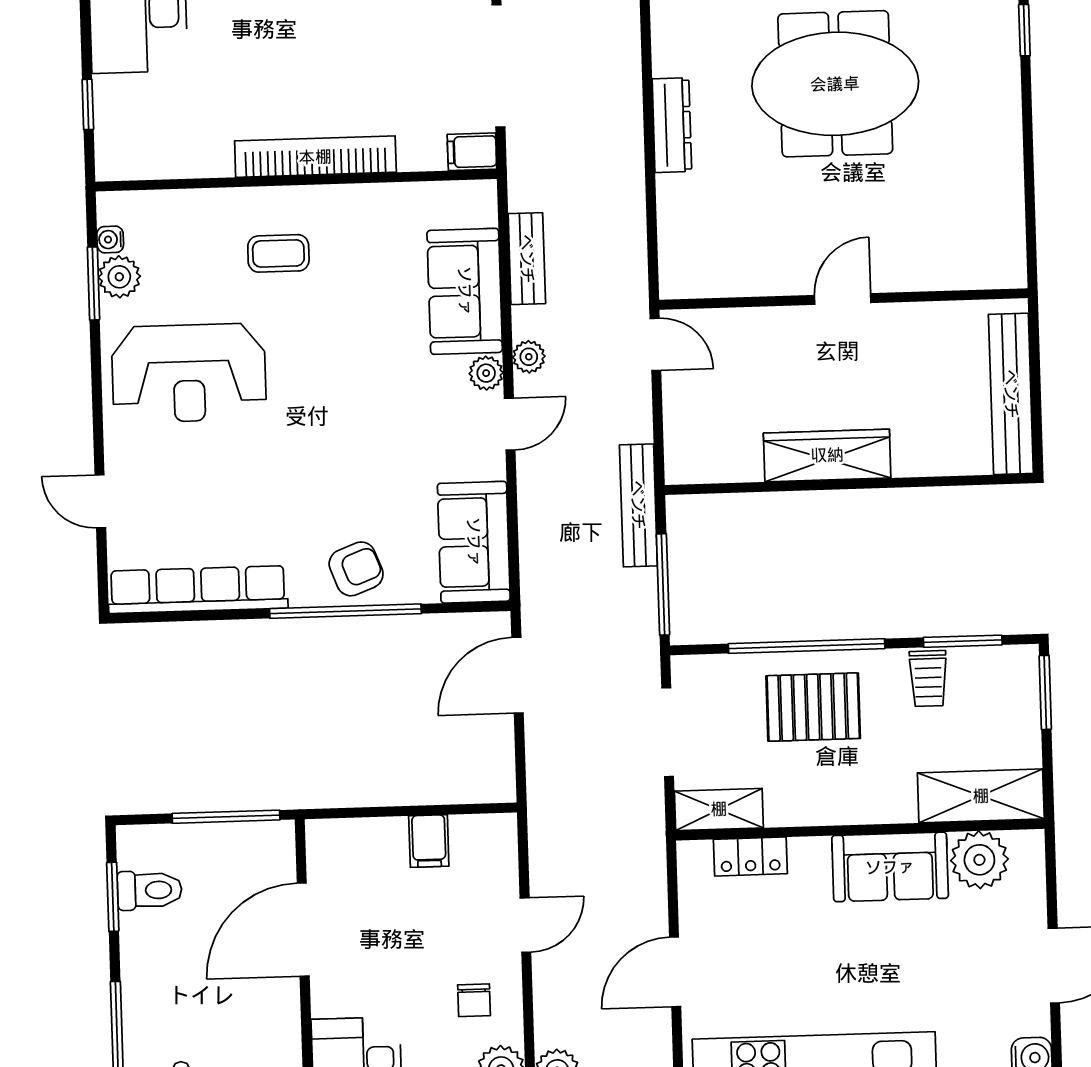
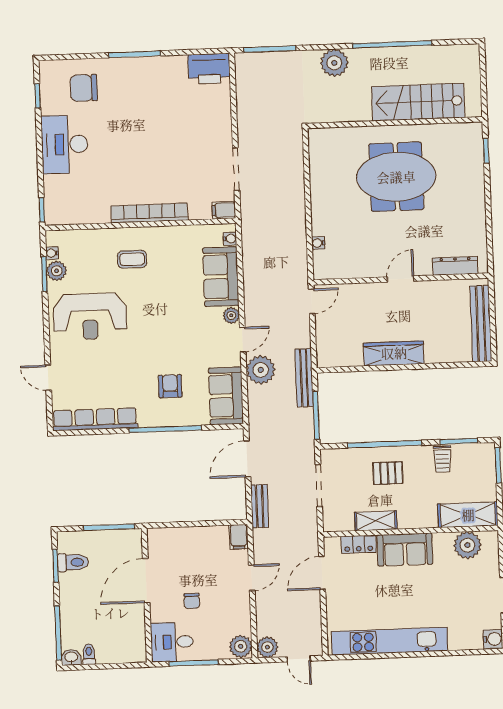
doorway: (498, 66) -> (236, 169), width x0.73
window: (88, 104) -> (42, 210), moved
dresser: (672, 125) -> (455, 266), moved, turned -90
water cooler: (484, 212) -> (230, 239), added
water cooler: (670, 222) -> (318, 243), added
bench: (527, 259) -> (260, 506), moved
door: (655, 344) -> (312, 301), hinge flipped
plant: (529, 357) -> (261, 370), moved, width x1.87, depth x1.87
armchair: (356, 569) -> (170, 386), moved, turned -69
pallet: (813, 707) -> (388, 473), width x0.67, depth x0.71
shelving: (719, 809) -> (376, 521), moved
filing cabinet: (429, 841) -> (239, 537), moved
sofa: (890, 867) -> (405, 550), moved
door: (675, 972) -> (322, 573), moved
chair: (474, 1000) -> (192, 601), moved

